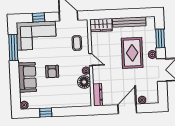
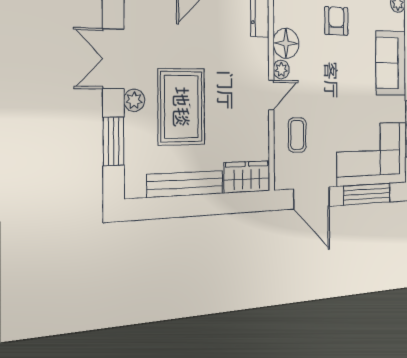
window: (39, 17) -> (367, 194), width x2.17
door: (91, 60) -> (271, 95), swing flipped
armchair: (52, 71) -> (336, 21), moved

